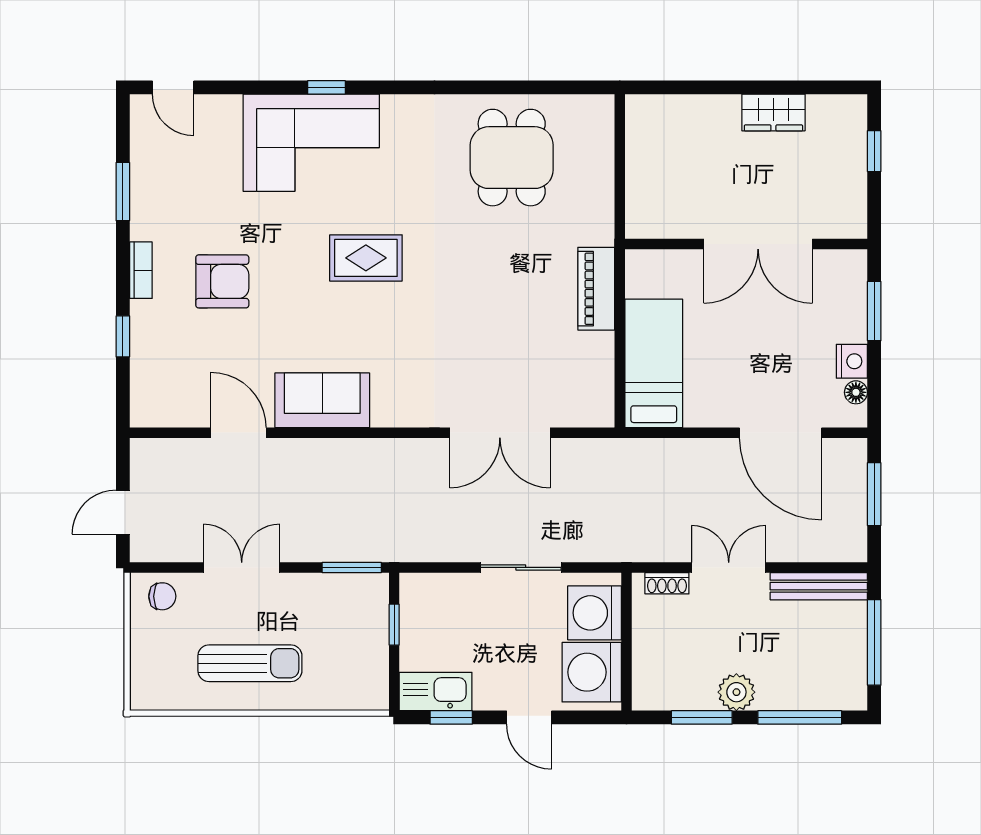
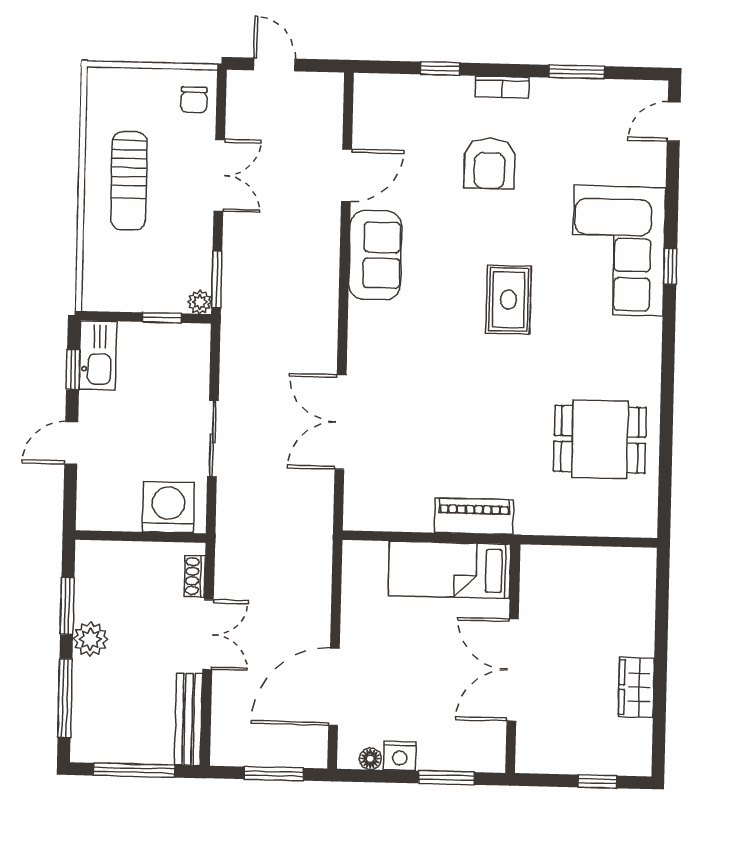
bed: (654, 363) -> (450, 570), moved, turned 180
plant: (376, 585) -> (200, 302), added
washing machine: (592, 672) -> (112, 503), removed

